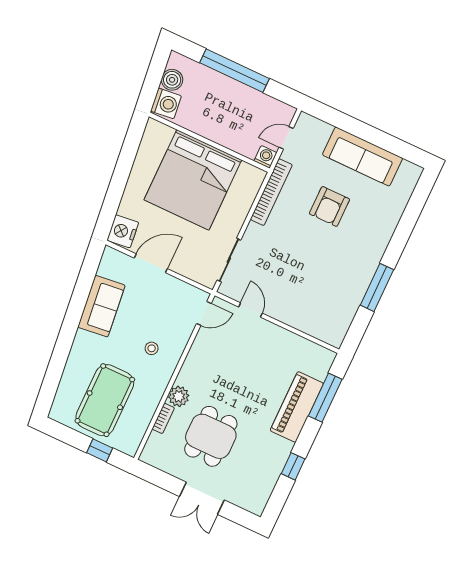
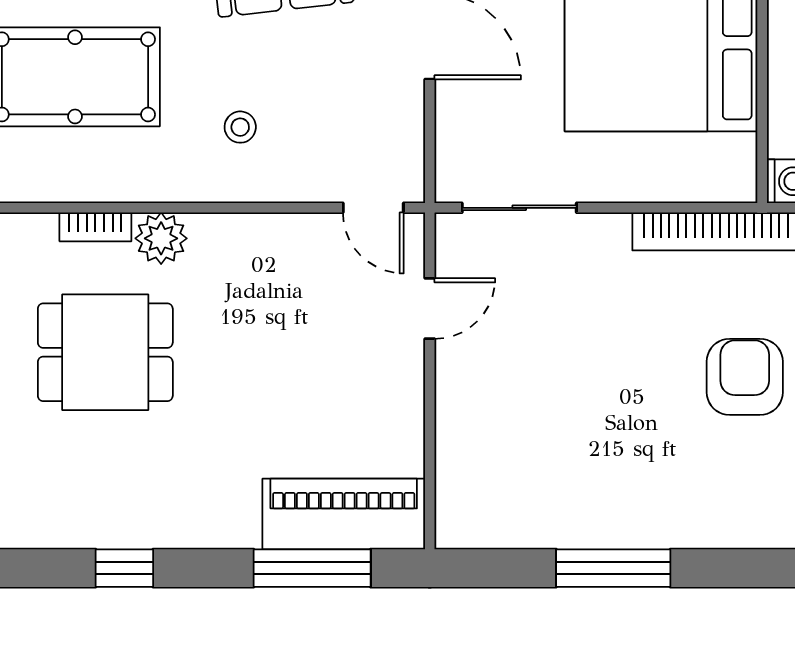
armchair: (329, 206) -> (745, 377), turned 90
piano: (297, 407) -> (344, 514), moved

